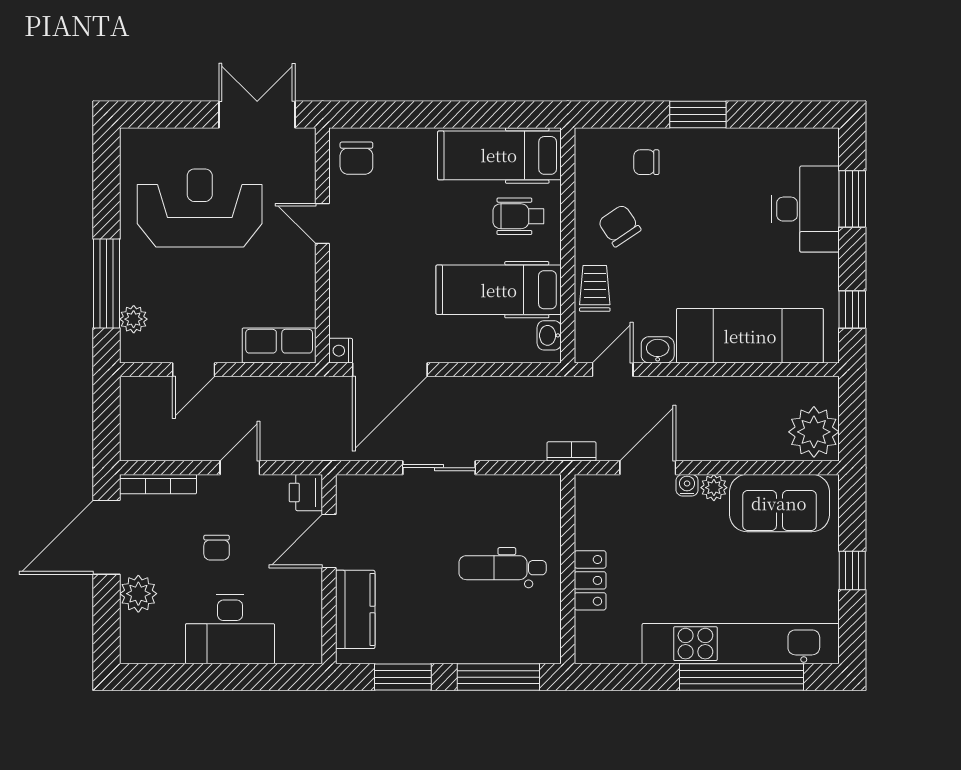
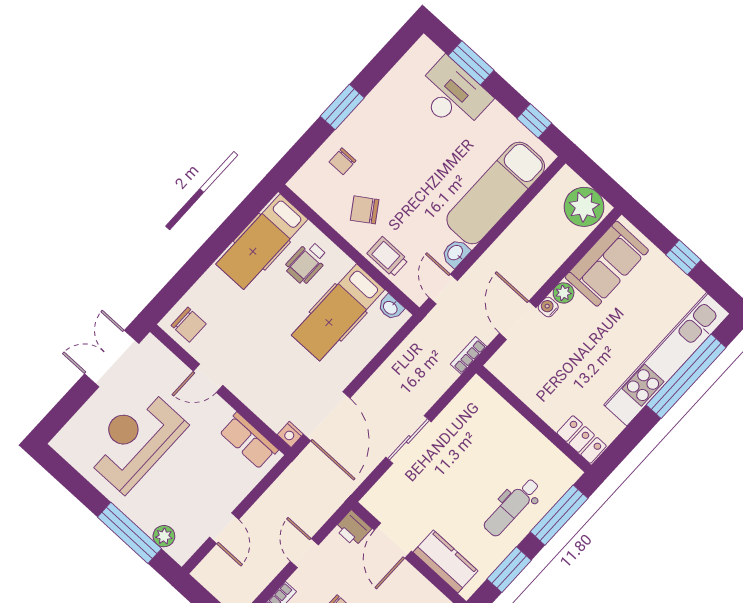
row of seats: (279, 345) -> (249, 441), moved, turned -90
dental chair: (503, 568) -> (512, 507), moved
locker: (590, 580) -> (582, 439), moved

